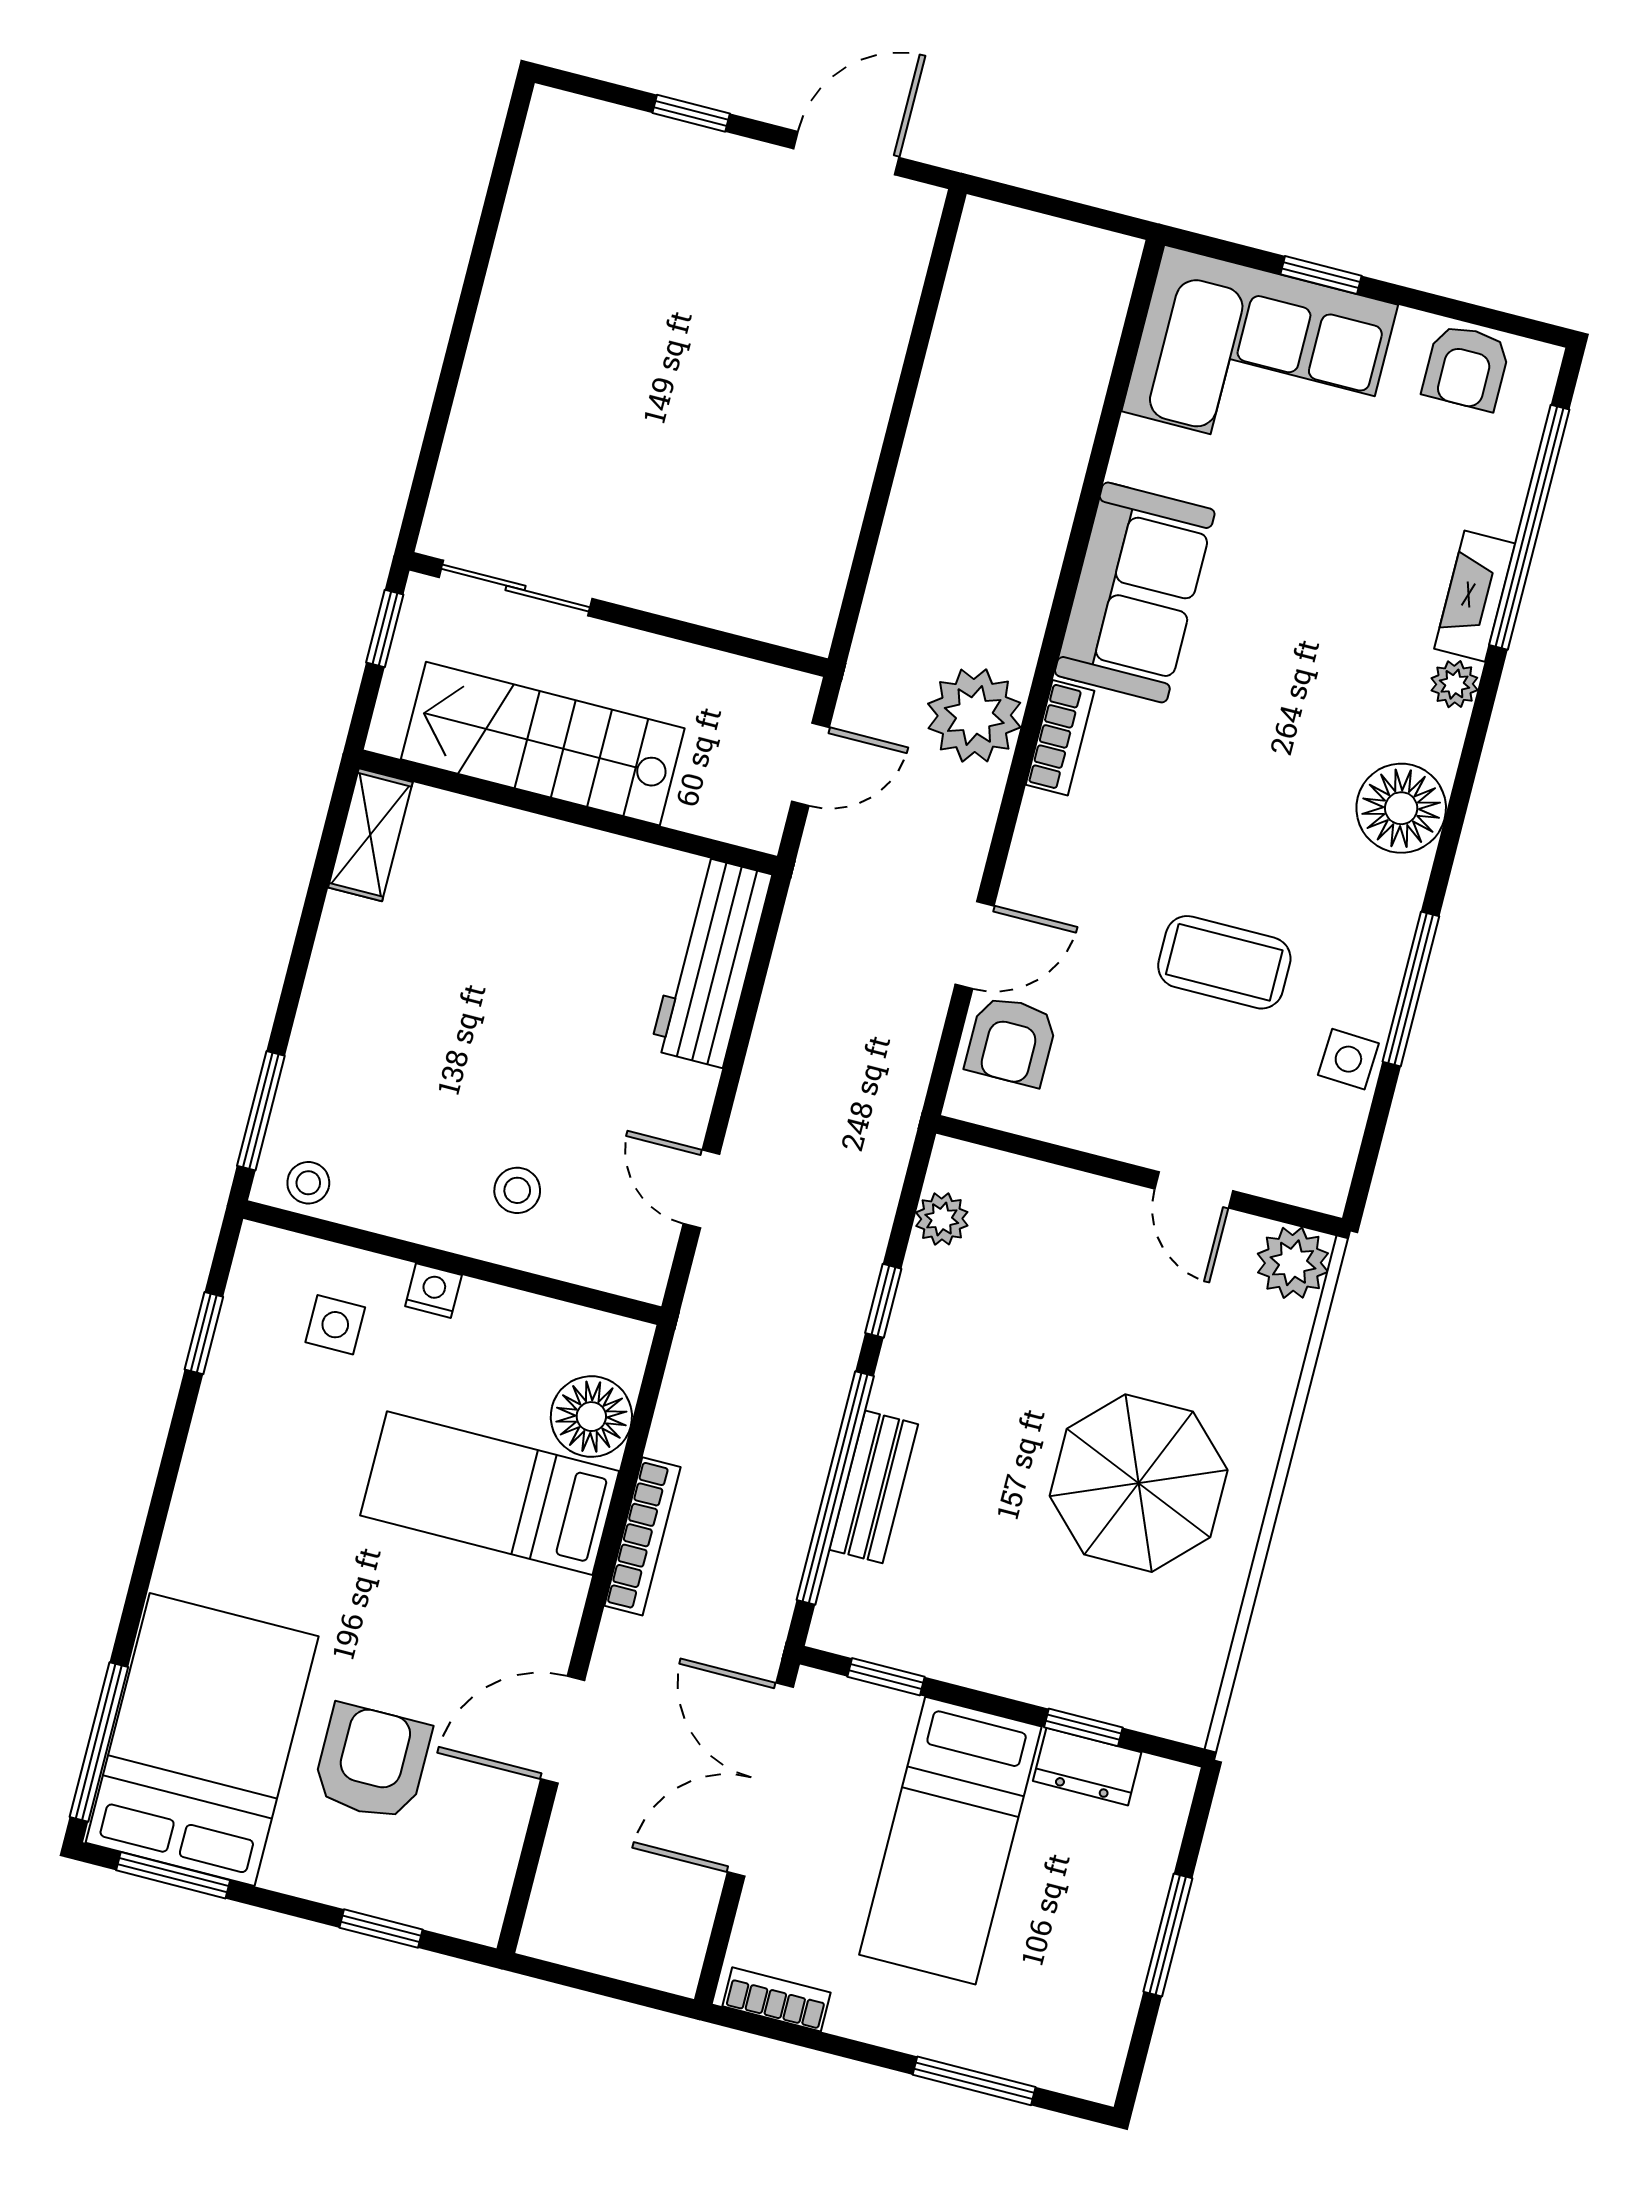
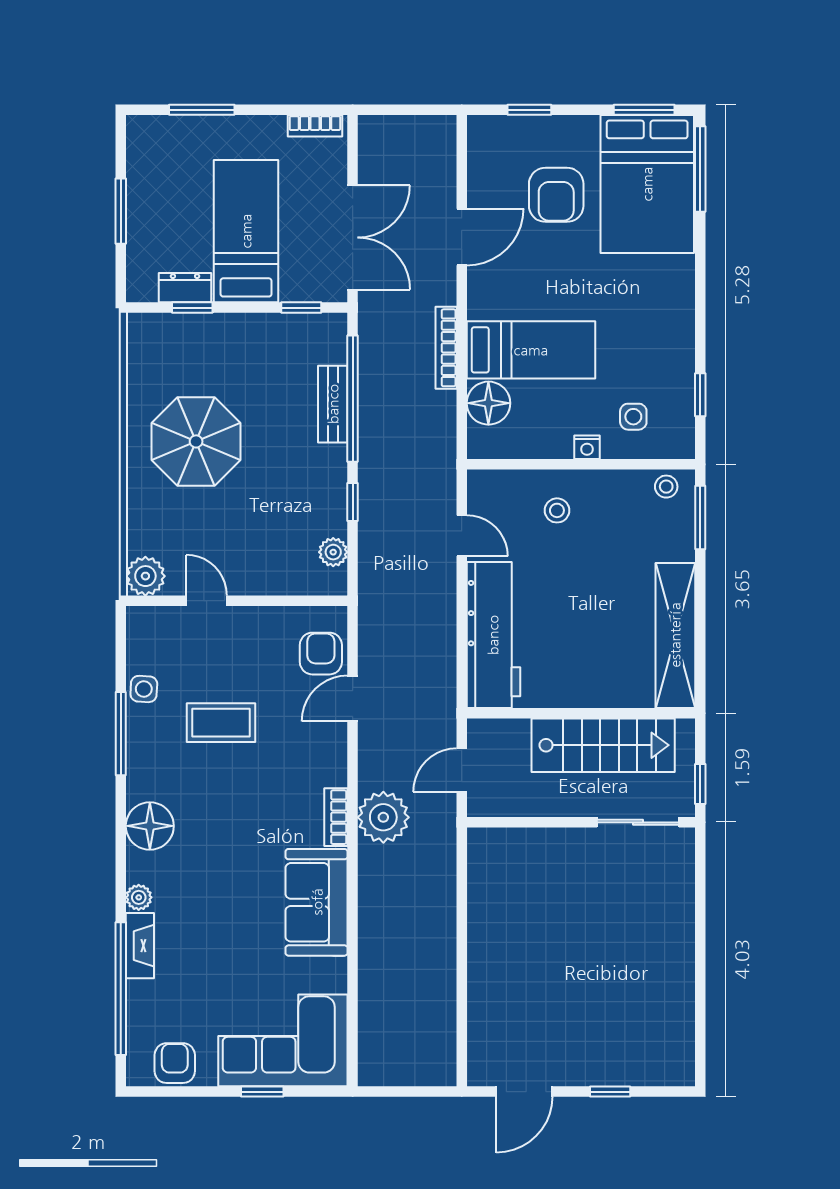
shelving: (370, 835) -> (675, 635), width x2.20, depth x1.33
workbench: (711, 962) -> (493, 635), width x1.36, depth x1.32

